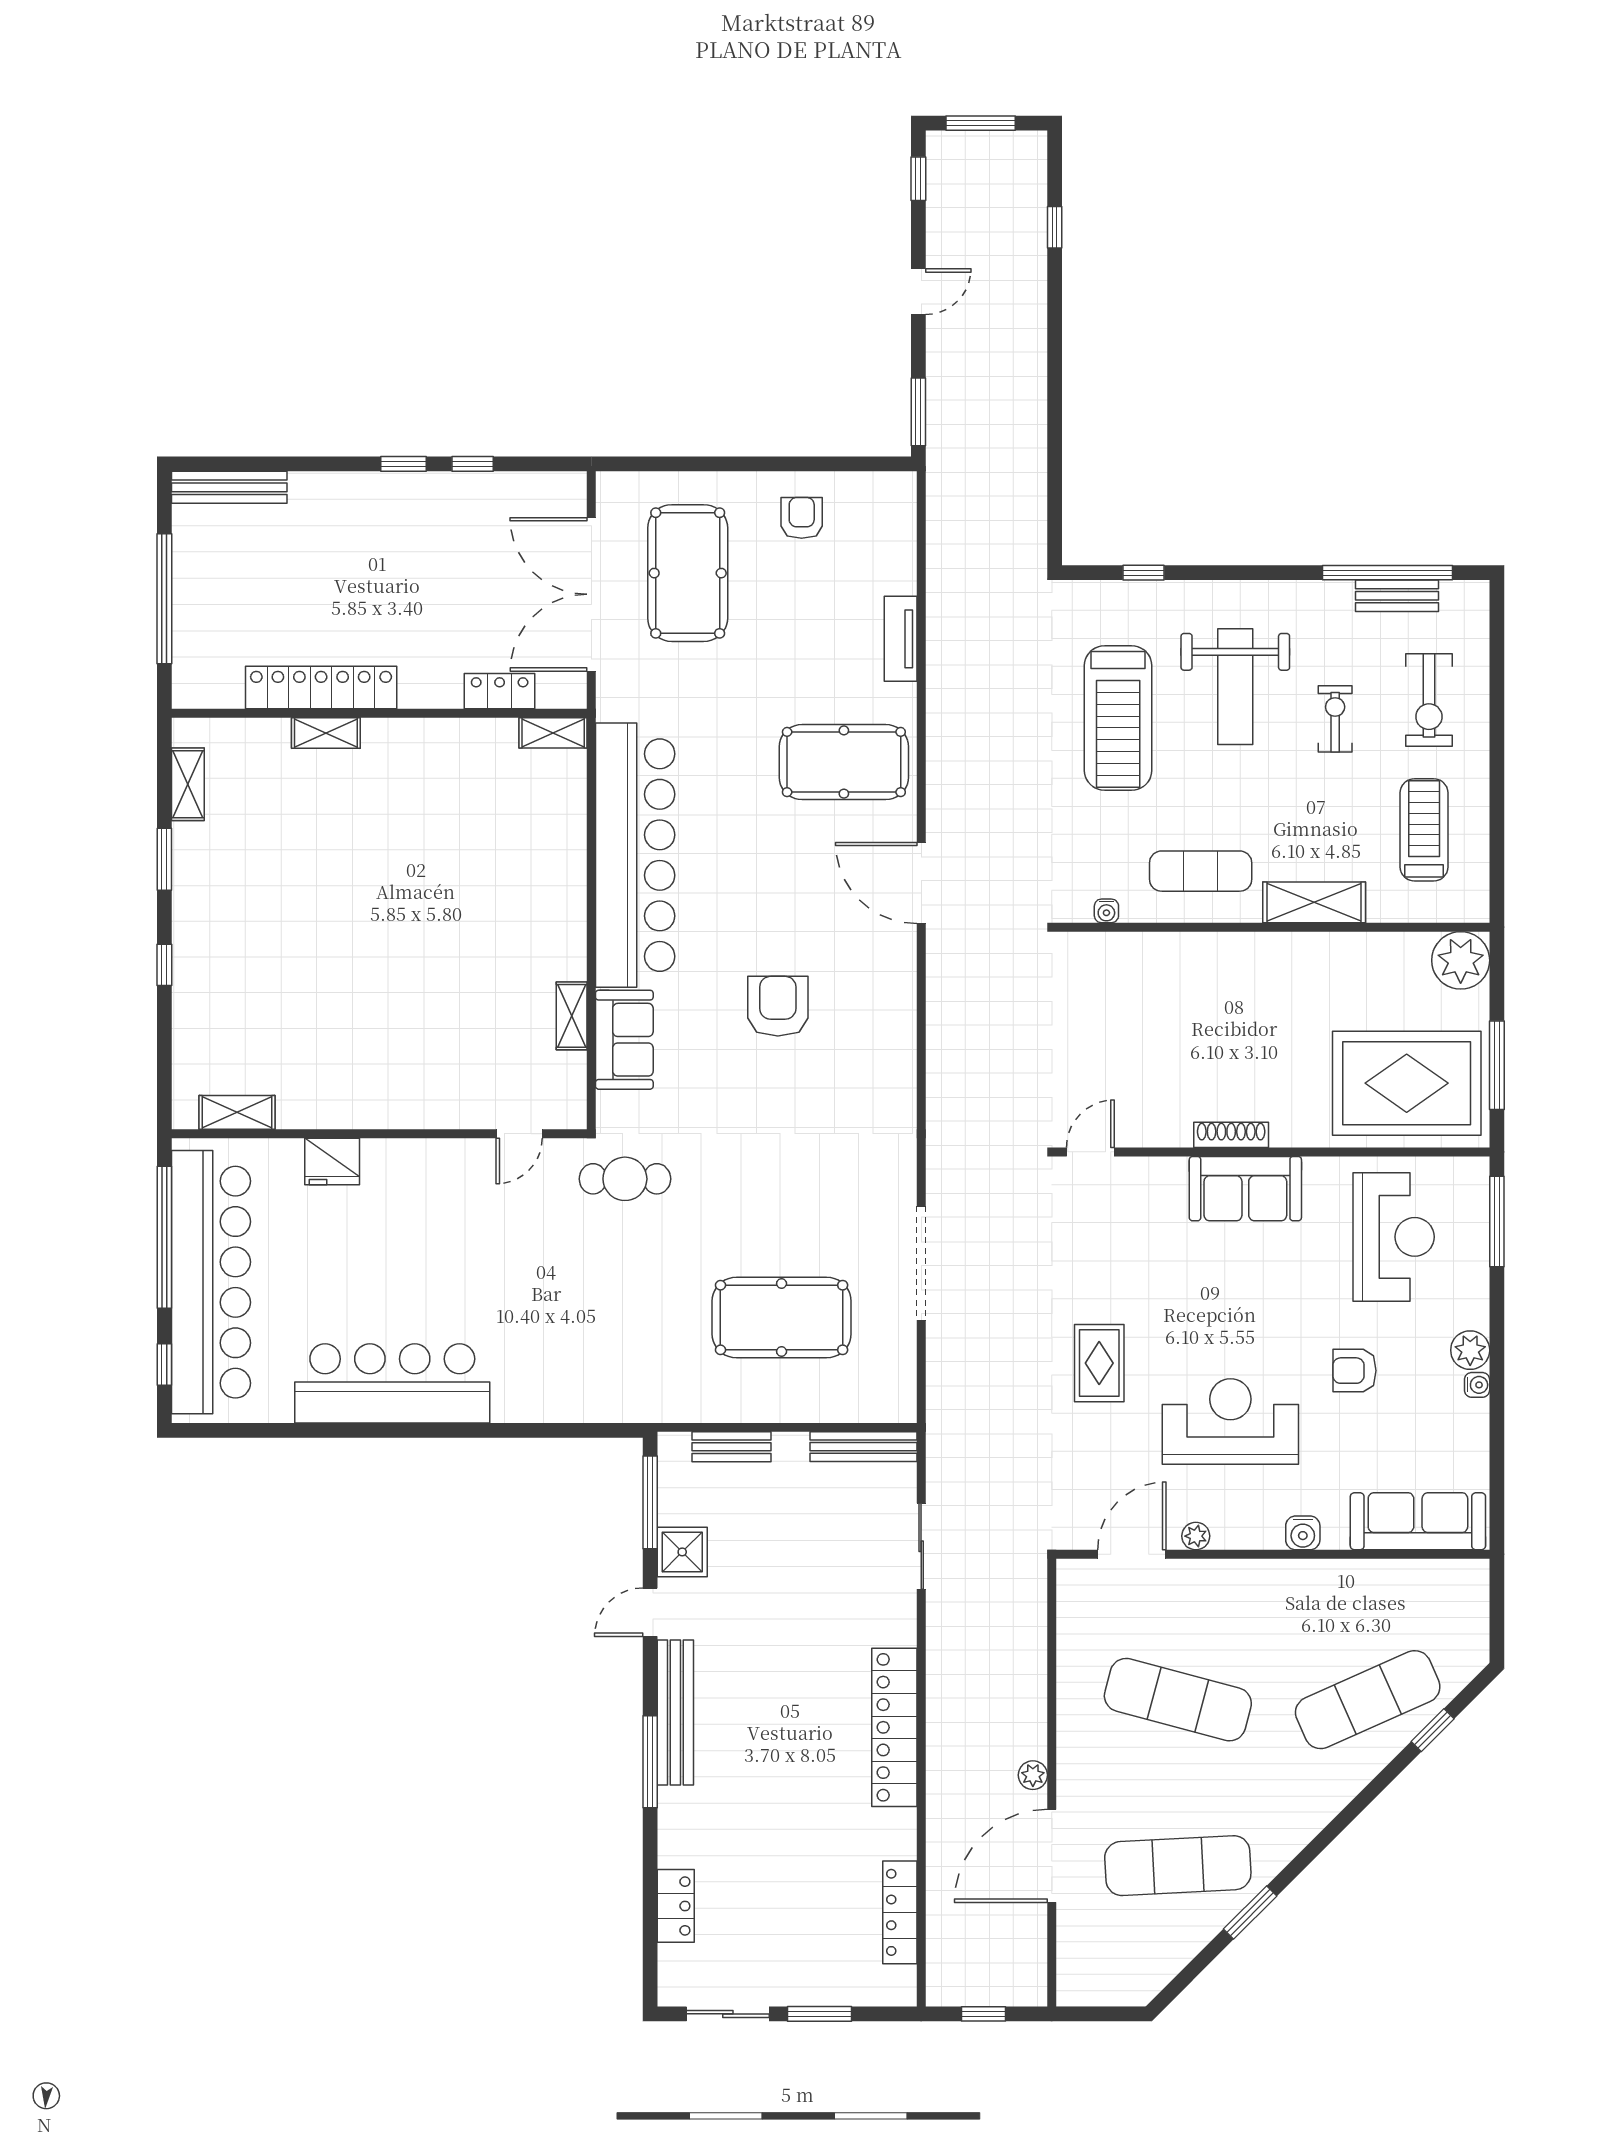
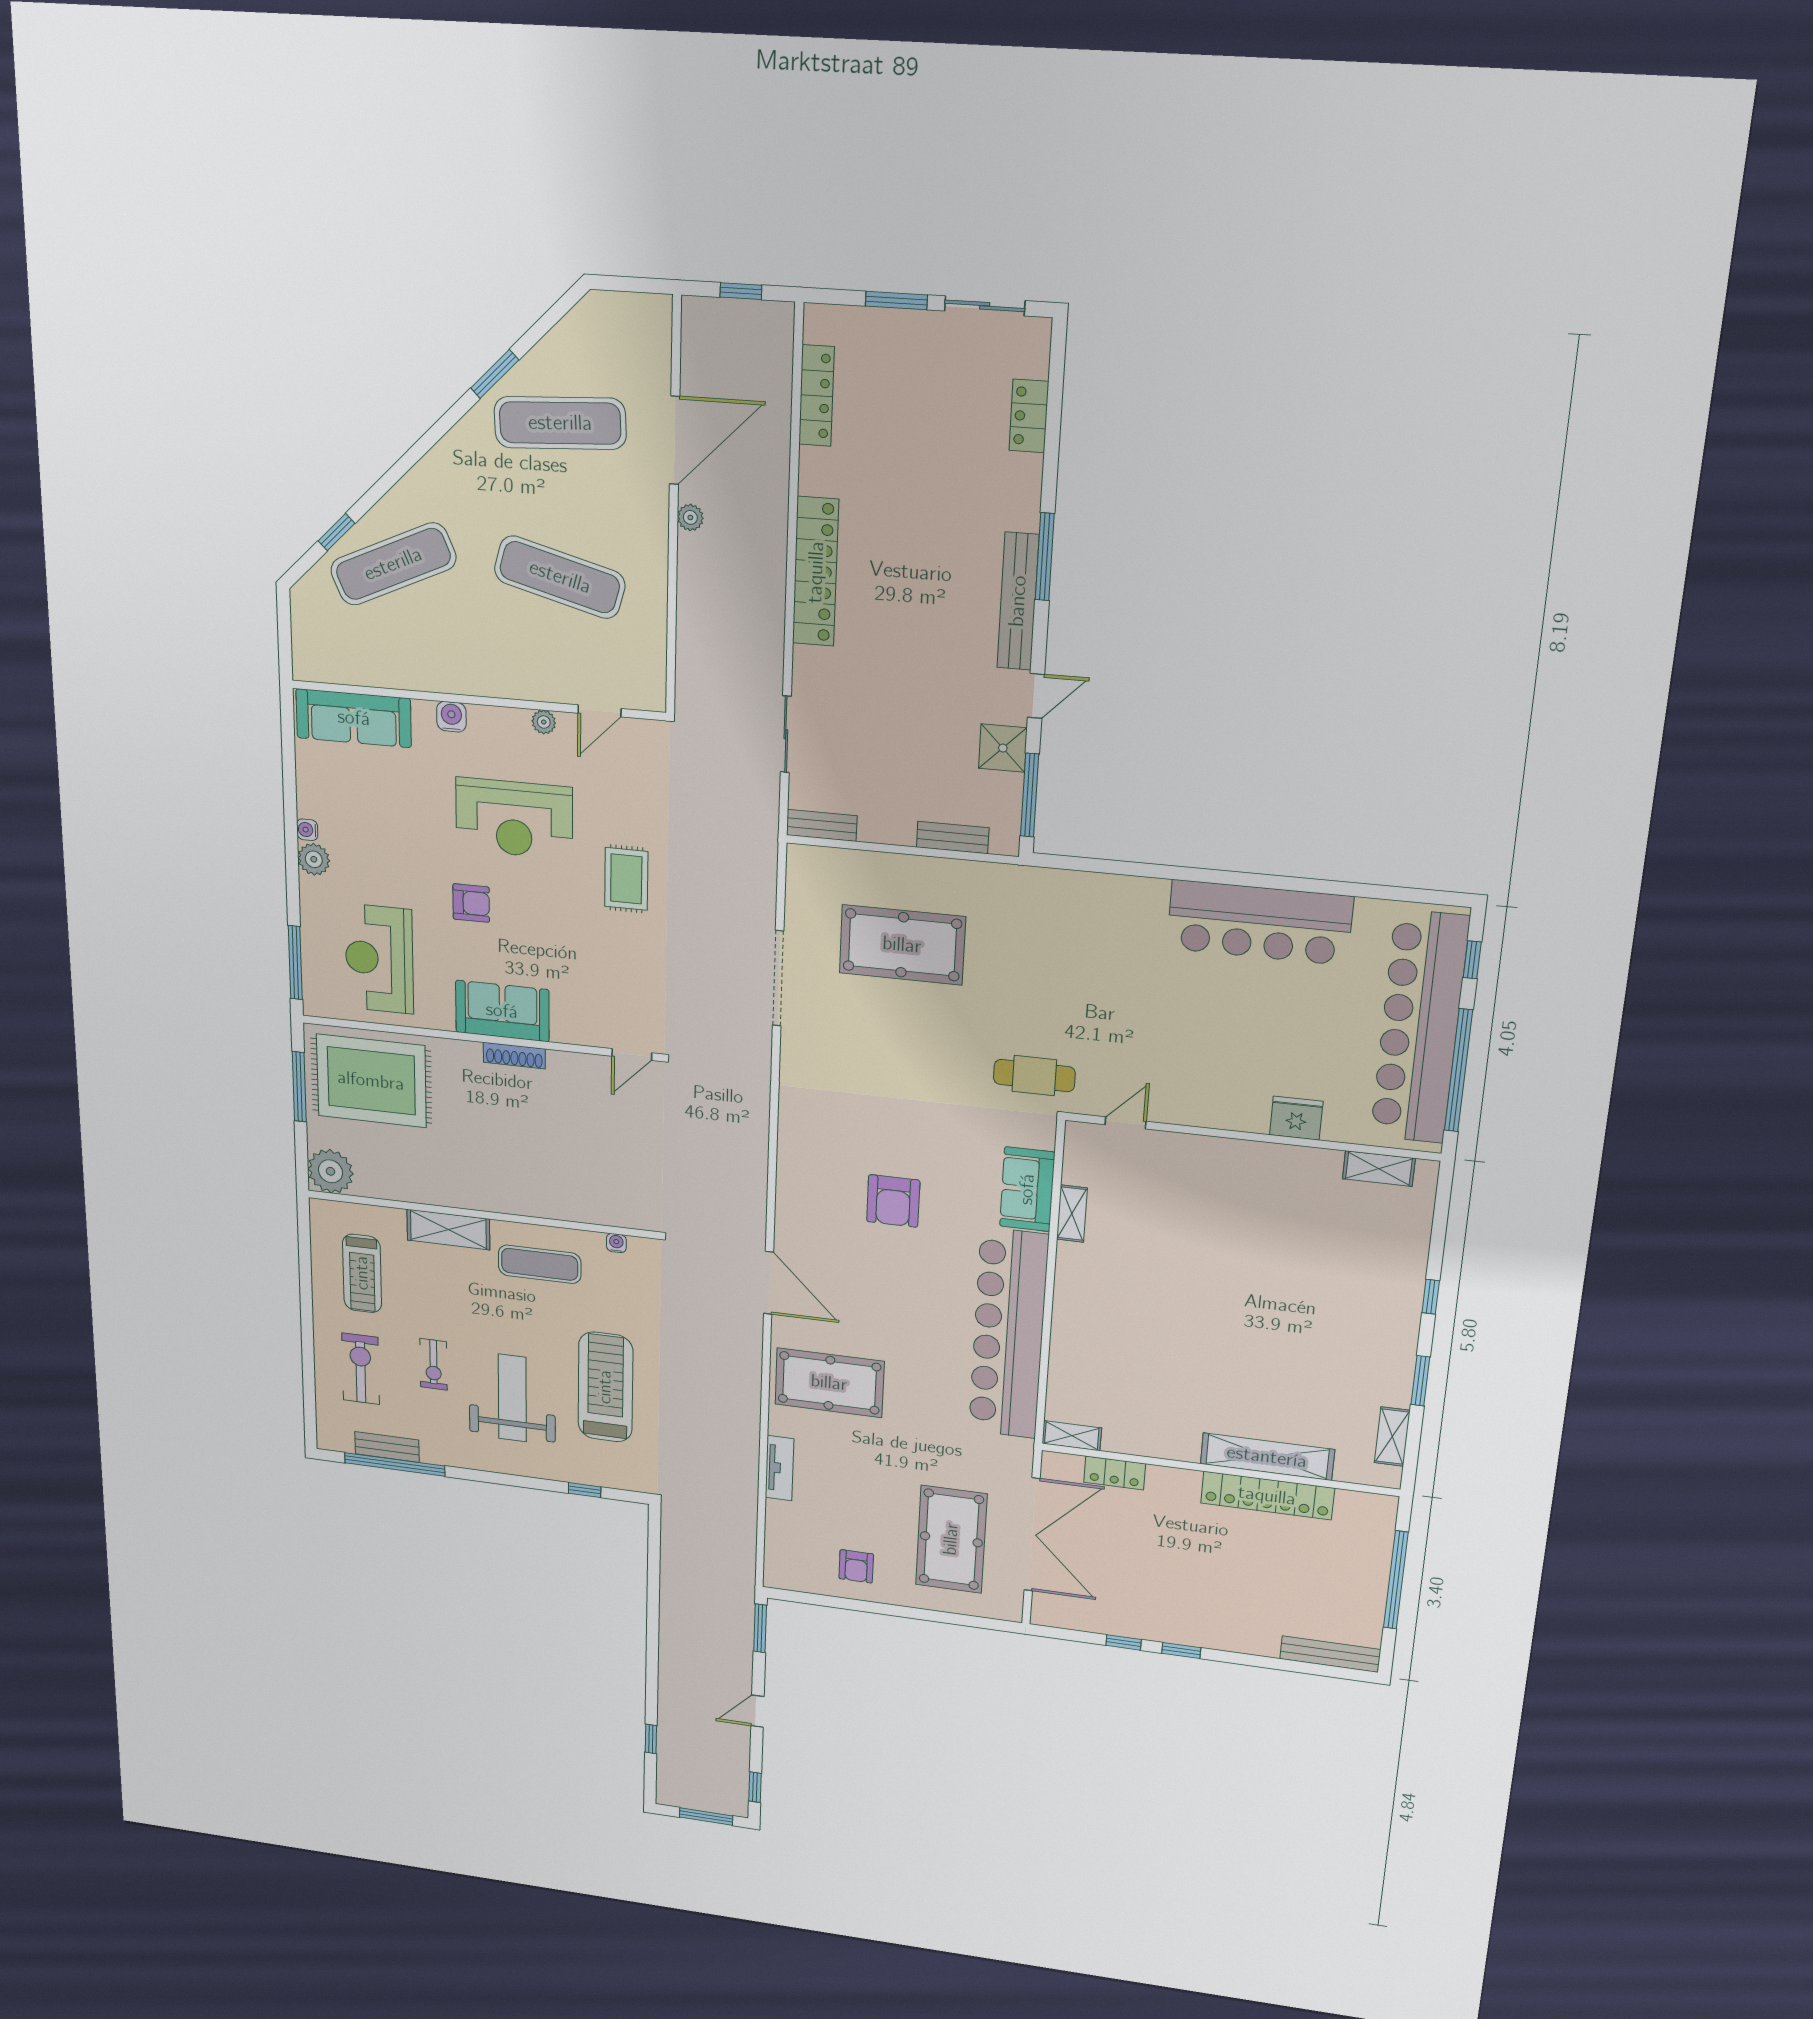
shelving: (326, 733) -> (1267, 1457), width x2.20, depth x1.33
armchair: (1354, 1371) -> (471, 903), moved
bench: (863, 1447) -> (822, 825), width x0.73
door: (1132, 1554) -> (600, 711), width x0.73

